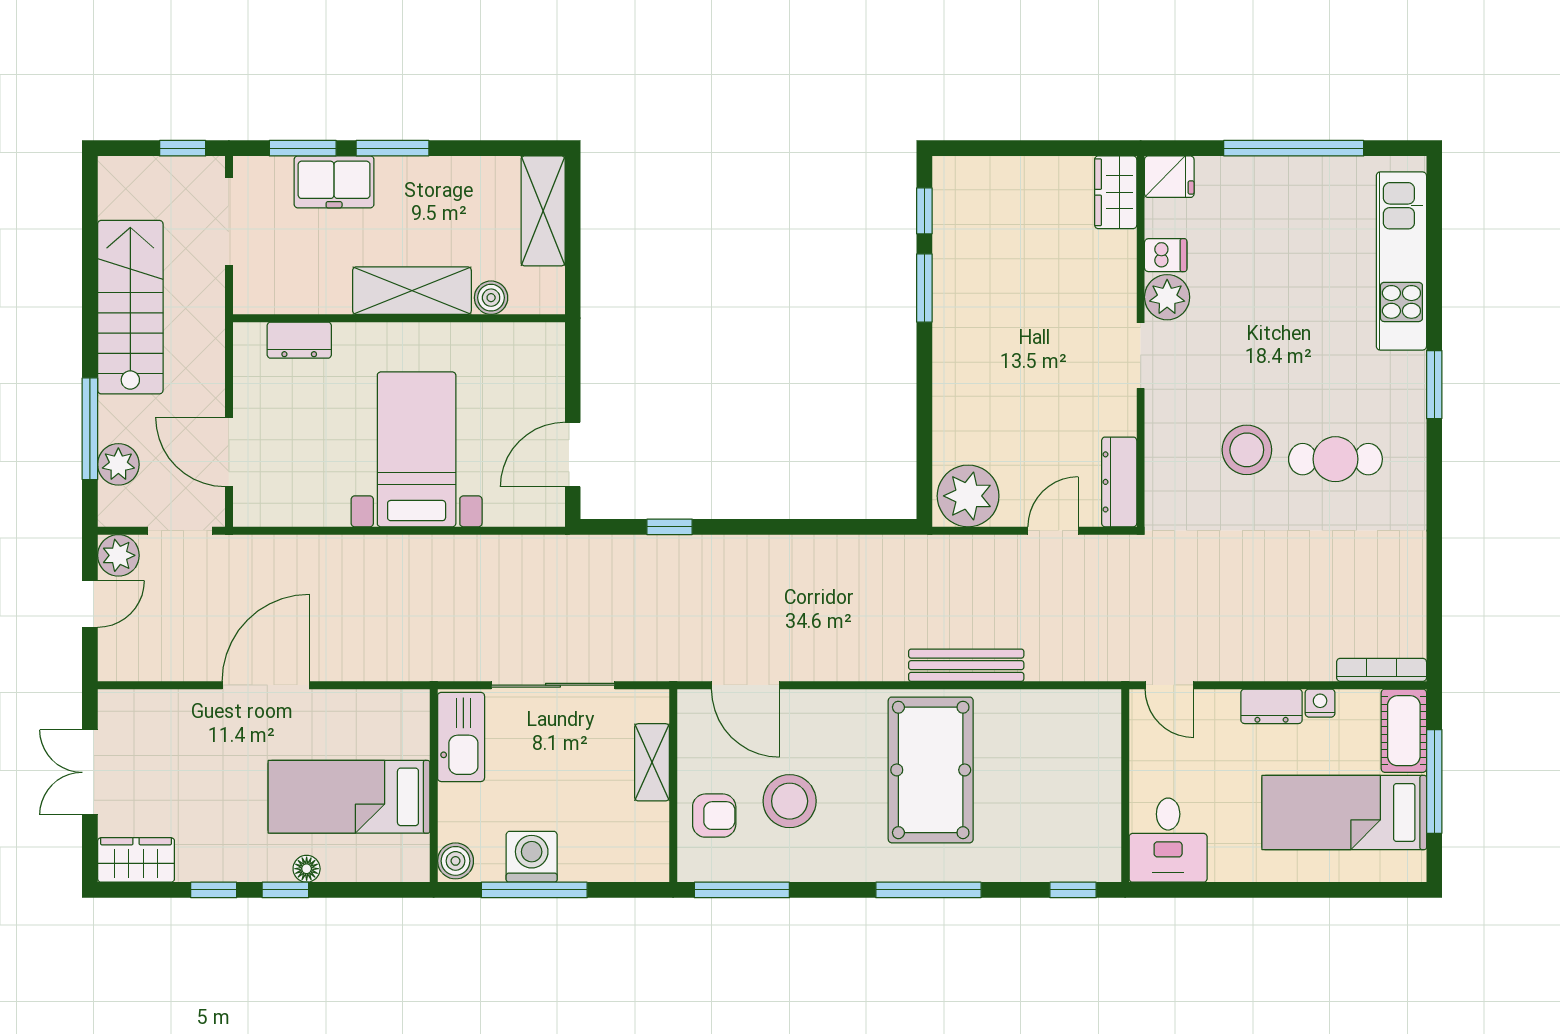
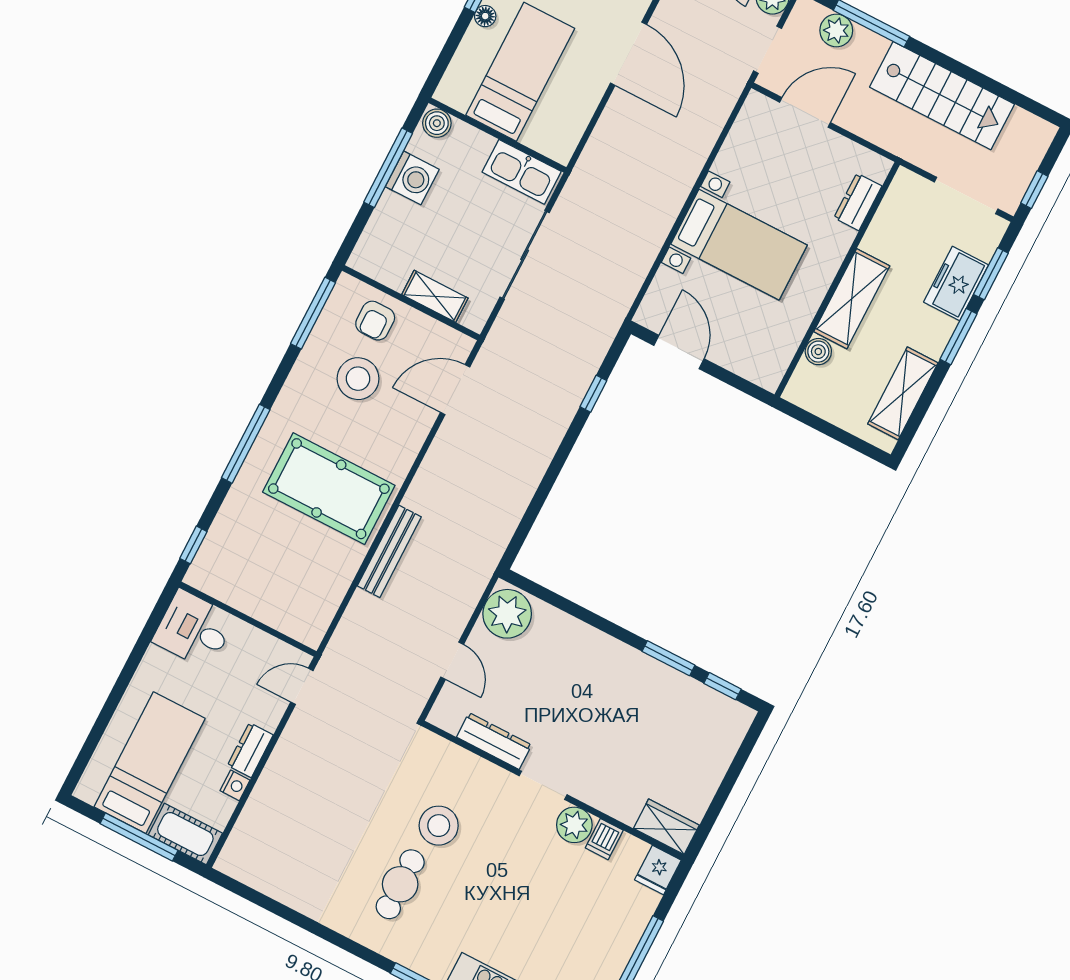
shelving: (543, 211) -> (903, 393), moved, turned 90
dresser: (1119, 482) -> (494, 741), moved
bookcase: (1382, 670) -> (236, 840), removed

